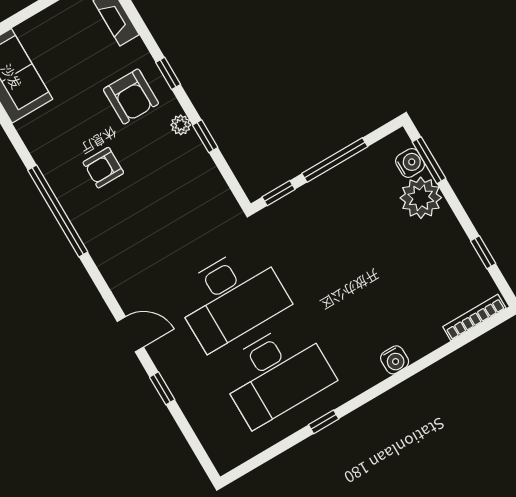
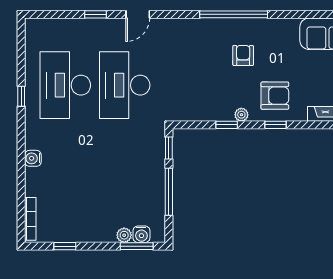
armchair: (131, 96) -> (275, 96), turned 180
plant: (421, 198) -> (124, 235), width x0.53, depth x0.53

